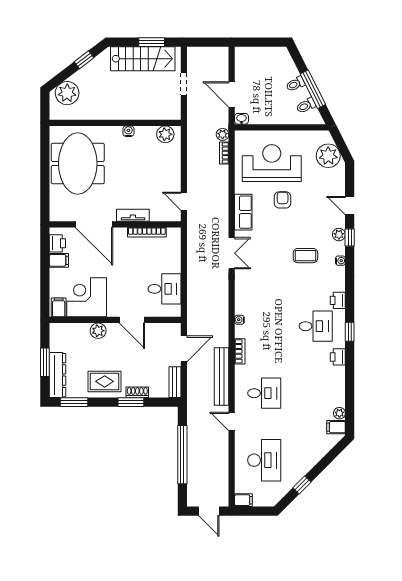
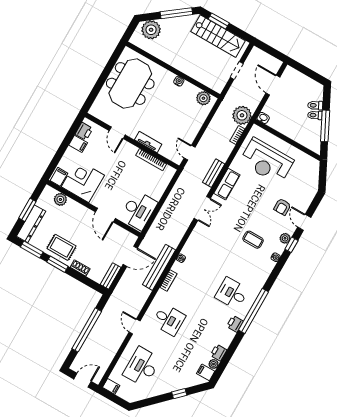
window: (152, 42) -> (219, 21), moved
window: (84, 60) -> (176, 13), width x2.17
door: (232, 94) -> (273, 85), moved
toilet: (306, 106) -> (315, 105), moved
plant: (223, 134) -> (242, 115), width x1.88, depth x1.88
plant: (328, 156) -> (309, 179), removed
reception desk: (272, 163) -> (267, 161), turned 180
armchair: (283, 200) -> (282, 207), moved, turned 180
bench: (222, 208) -> (214, 173), added
door: (94, 224) -> (117, 133), width x0.53
desk: (165, 289) -> (139, 210), width x1.37
printer: (338, 300) -> (219, 353), moved
desk: (316, 326) -> (232, 293), turned 180
plant: (98, 331) -> (60, 199), moved
window: (350, 332) -> (254, 311), width x3.17
bench: (222, 376) -> (159, 267), moved
window: (131, 402) -> (57, 264), moved
desk: (264, 460) -> (142, 367), turned 180
window: (302, 485) -> (179, 394), moved
door: (209, 511) -> (82, 380), swing flipped

